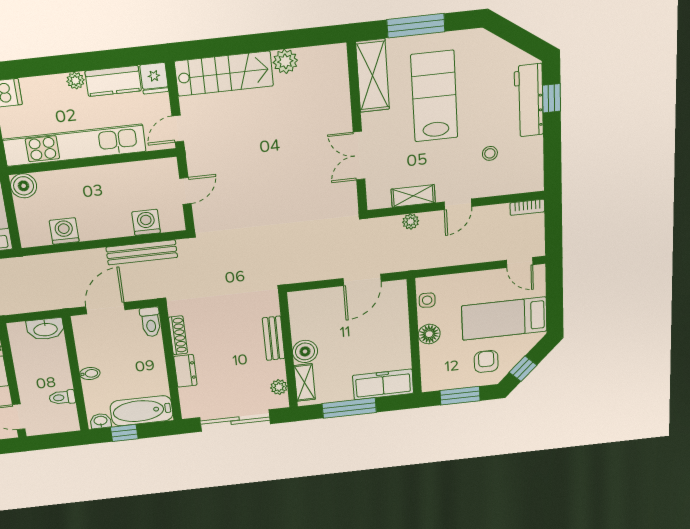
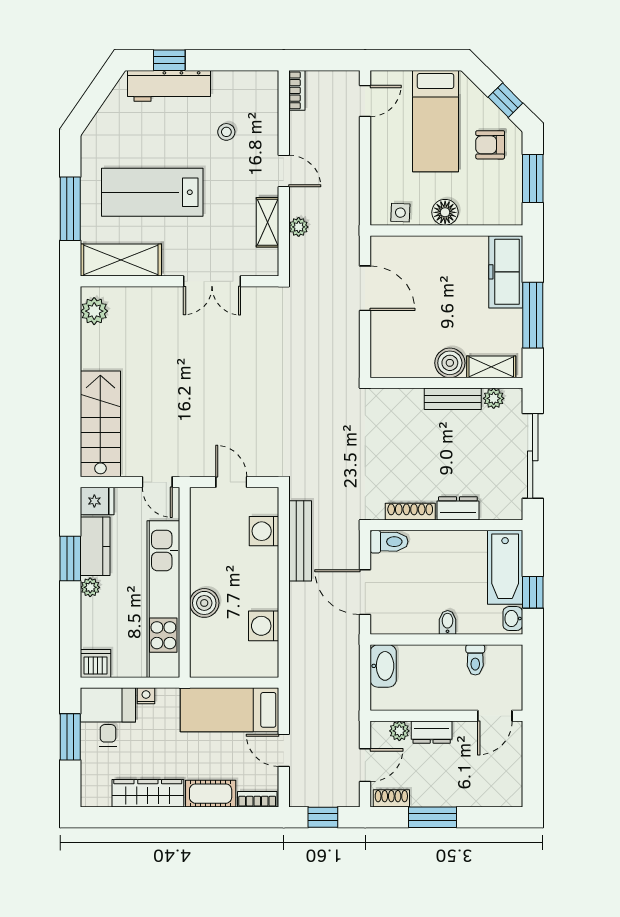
window: (99, 60) -> (70, 559), added
plant: (285, 61) -> (94, 311), moved
boiler: (24, 186) -> (204, 603), moved
bench: (274, 338) -> (453, 399), moved

